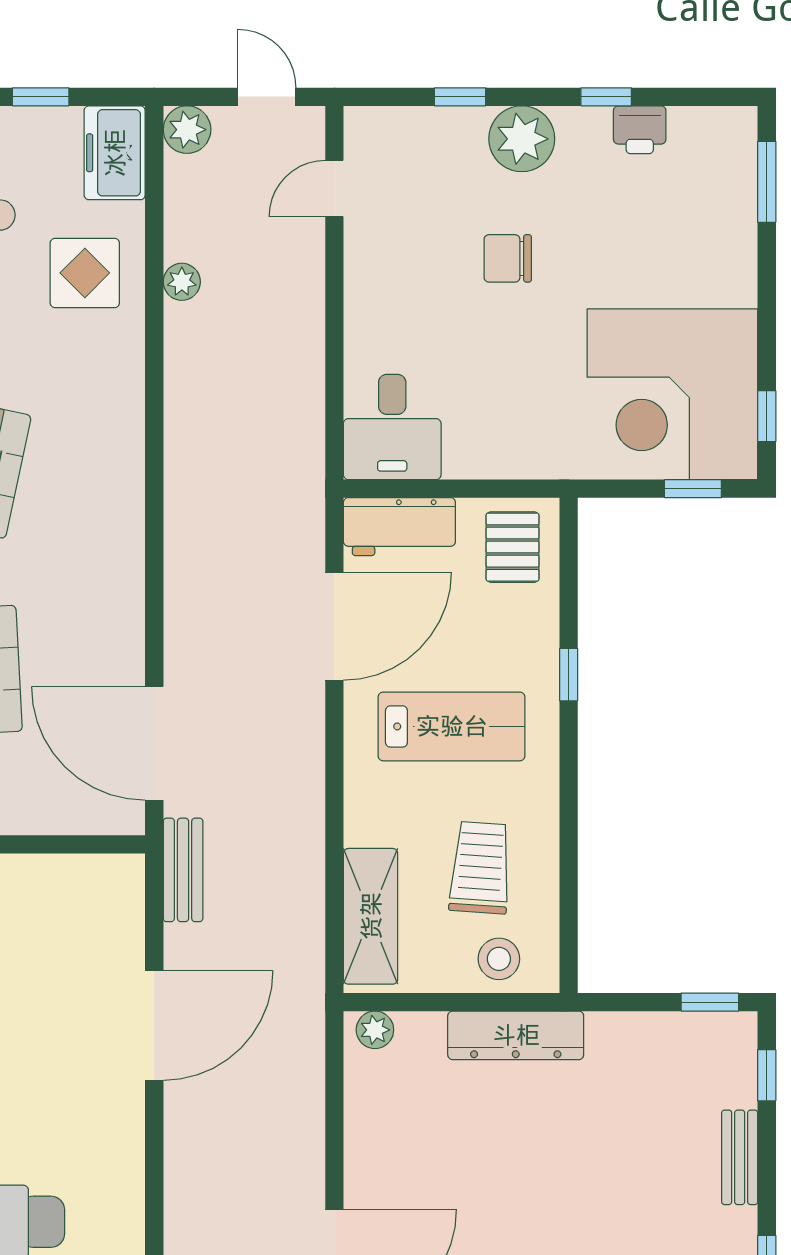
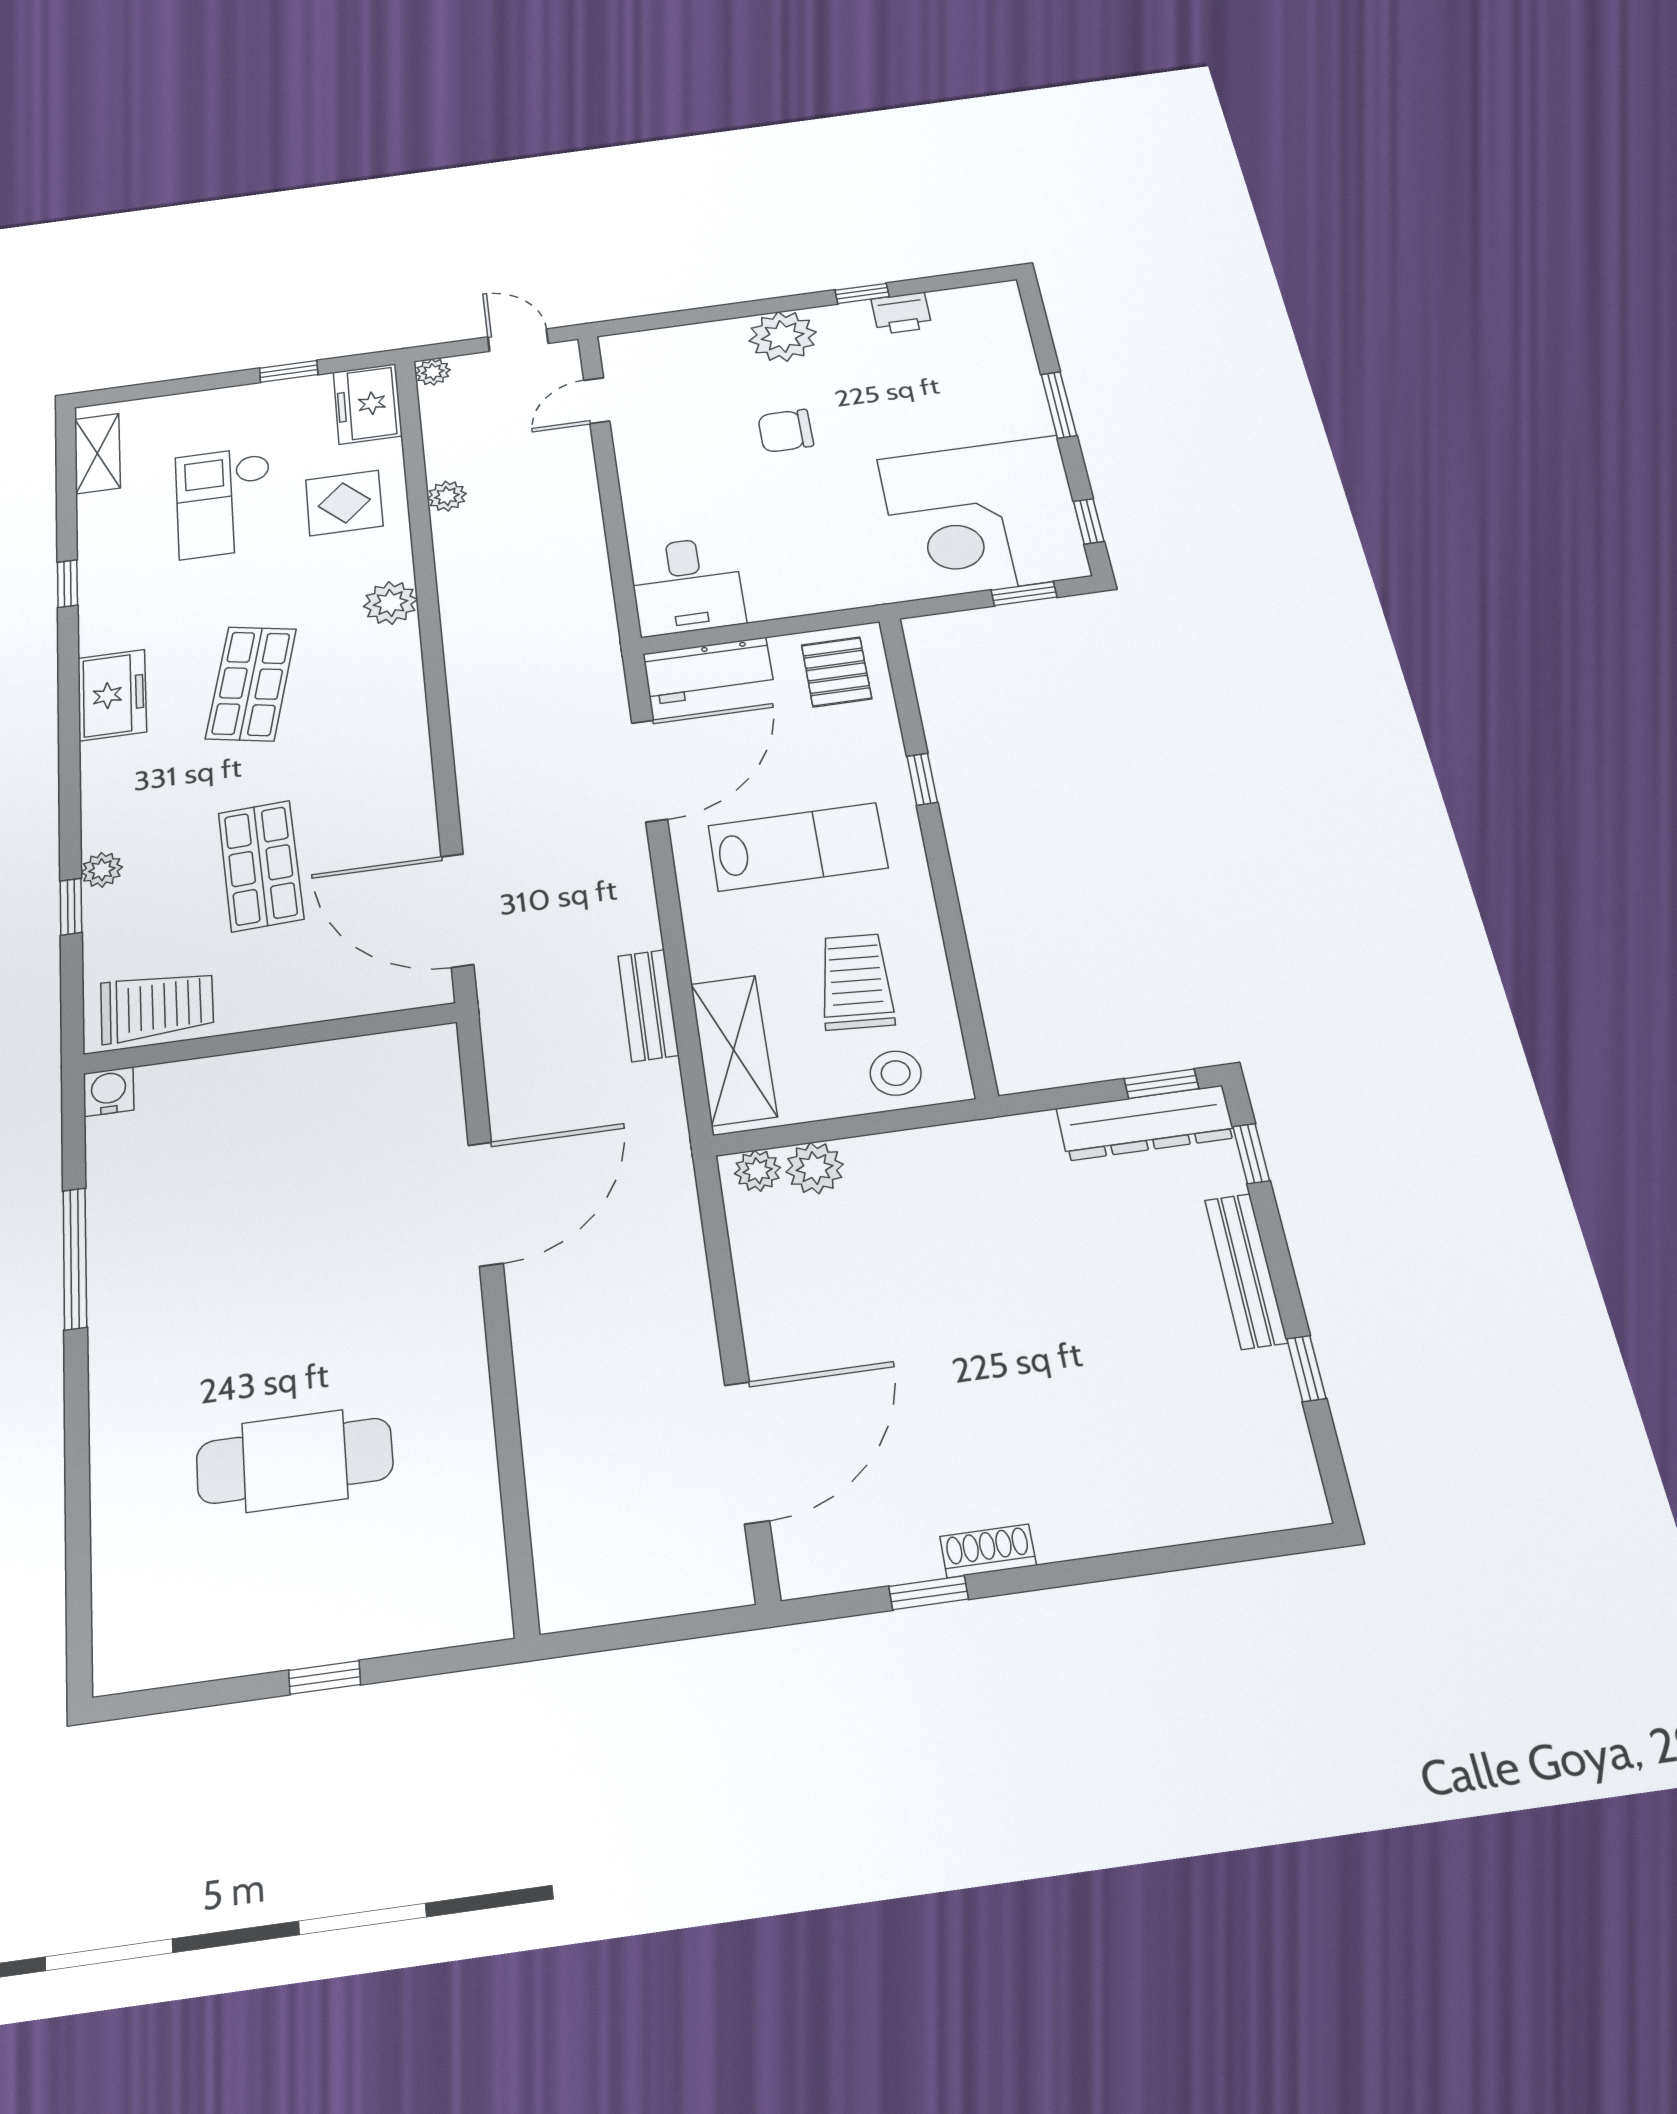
window: (460, 97) -> (714, 314), removed
plant: (187, 130) -> (433, 372), width x0.73, depth x0.73
window: (767, 182) -> (1059, 405), moved
plant: (120, 400) -> (390, 603), added
bench: (183, 870) -> (648, 1005), moved
plant: (421, 1034) -> (815, 1168), added
dresser: (516, 1035) -> (1145, 1123), moved
bench: (740, 1157) -> (1246, 1271), width x1.36

